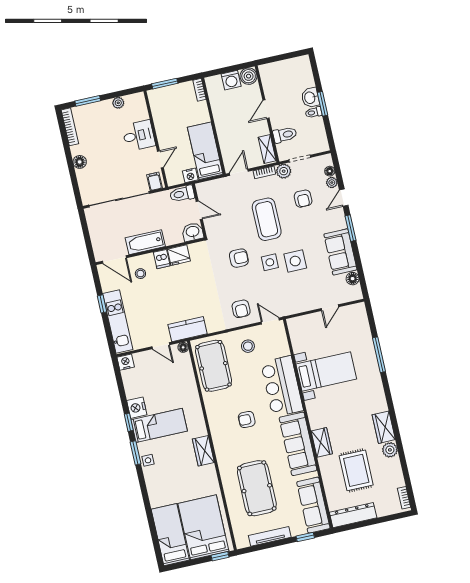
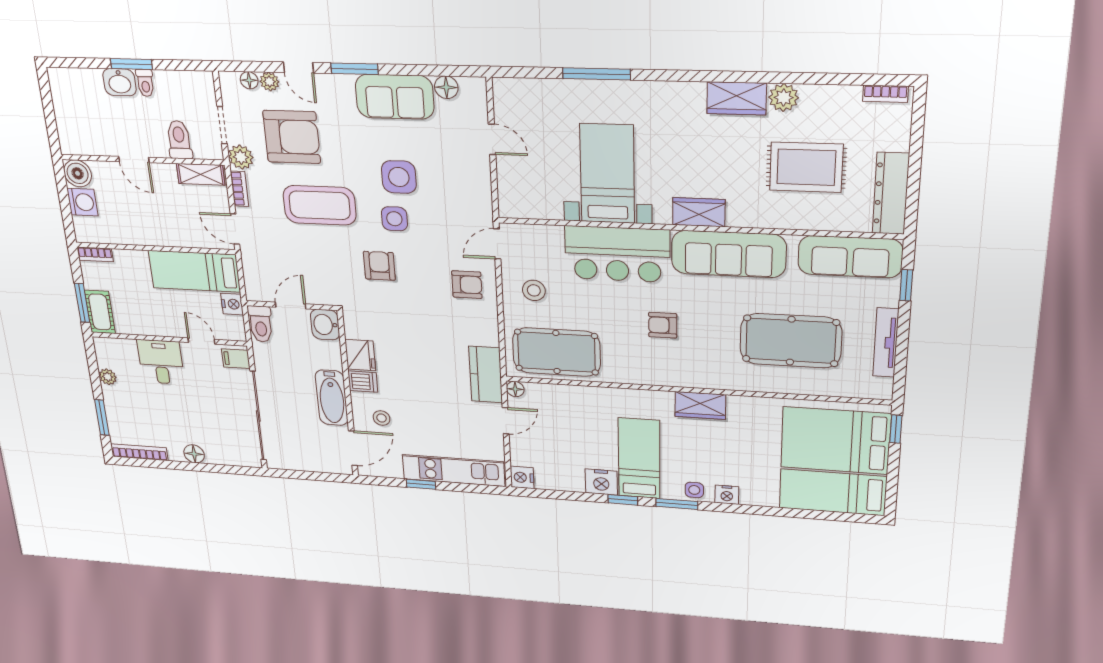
cot: (162, 95) -> (100, 312), added
armchair: (303, 199) -> (292, 137), width x1.88, depth x1.88
armchair: (247, 419) -> (663, 325), turned 90
wardrobe: (322, 442) -> (699, 212), moved
nightstand: (151, 479) -> (727, 495), added

